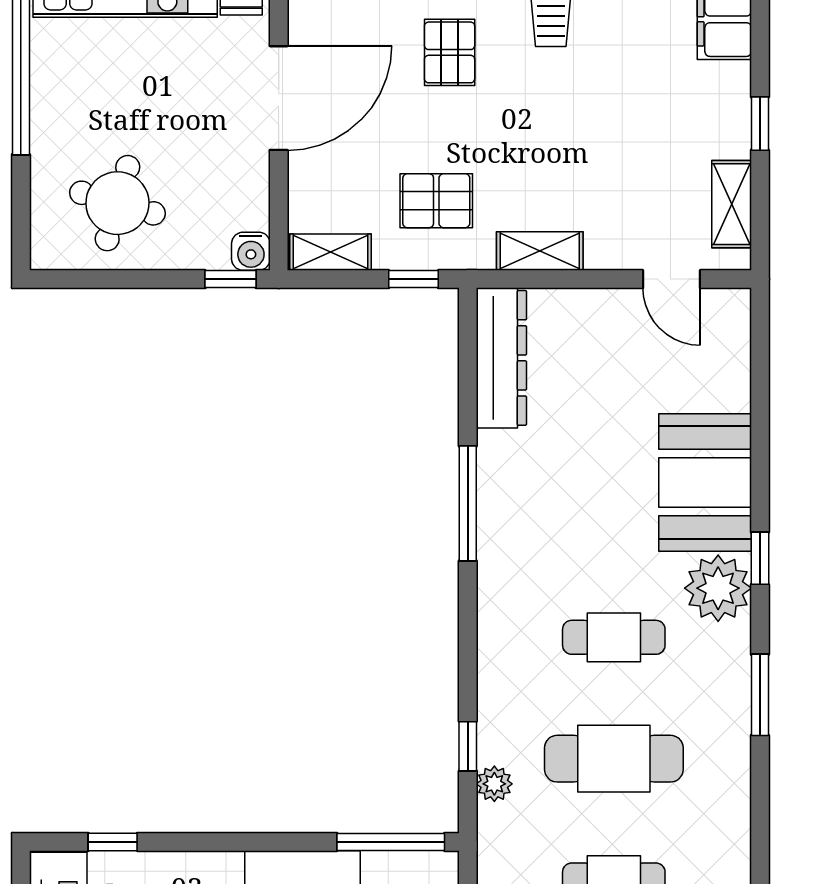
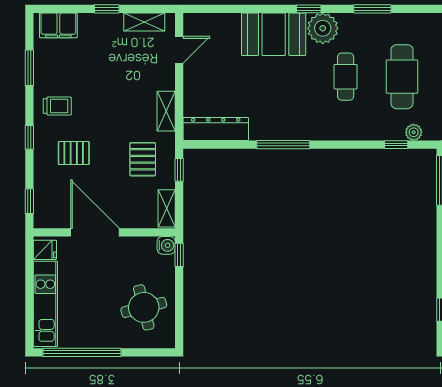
round table: (117, 203) -> (144, 307), turned -30

